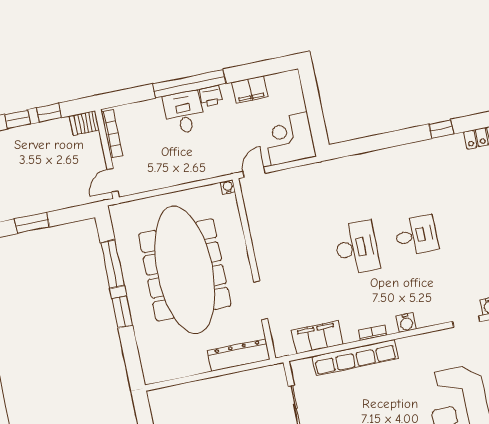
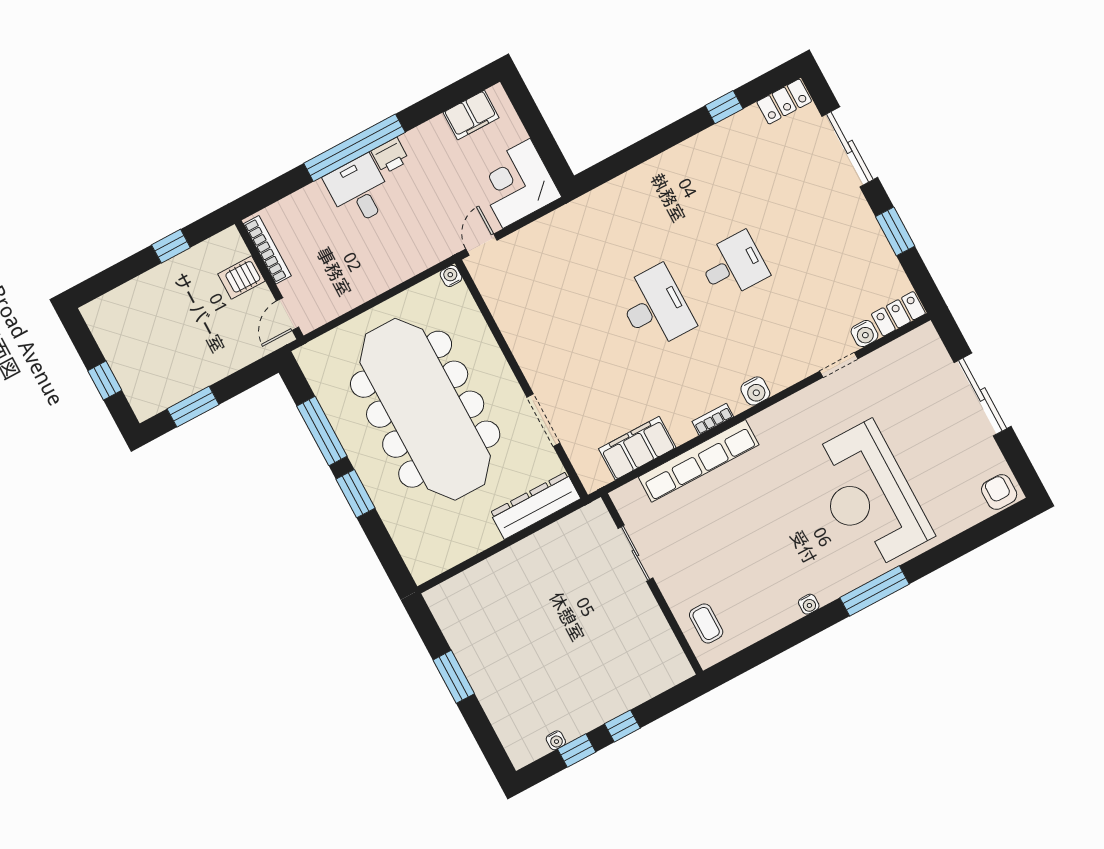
filing cabinet: (250, 90) -> (471, 115), moved
window: (17, 119) -> (130, 268), removed
server rack: (84, 123) -> (242, 278), moved

